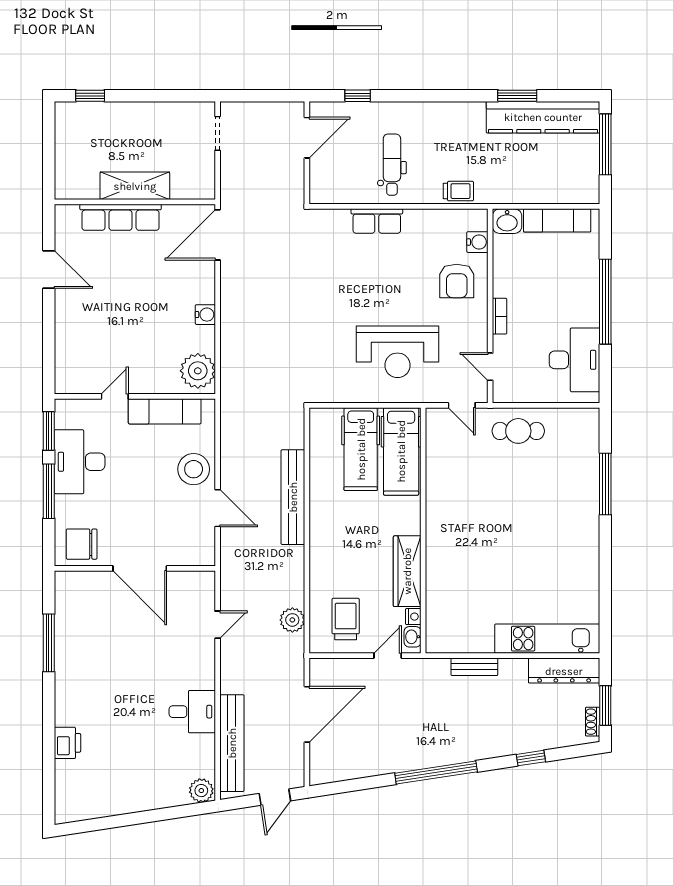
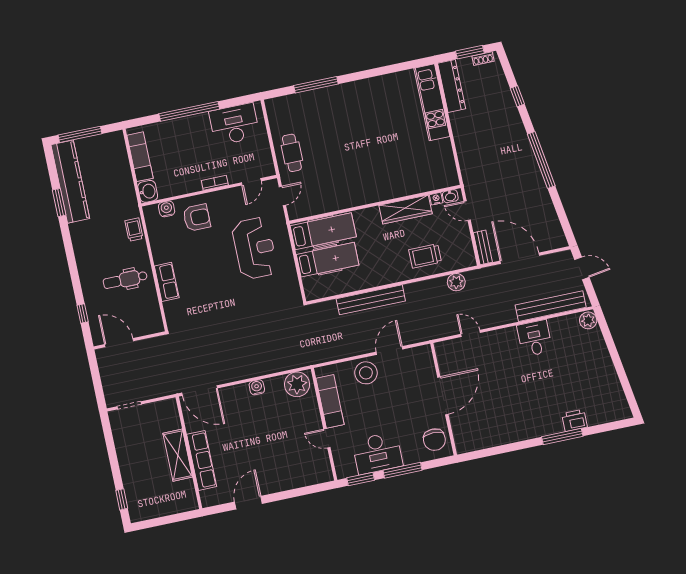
trolley: (346, 619) -> (425, 256), moved
window: (49, 643) -> (562, 437), moved
bench: (474, 667) -> (483, 247), moved

